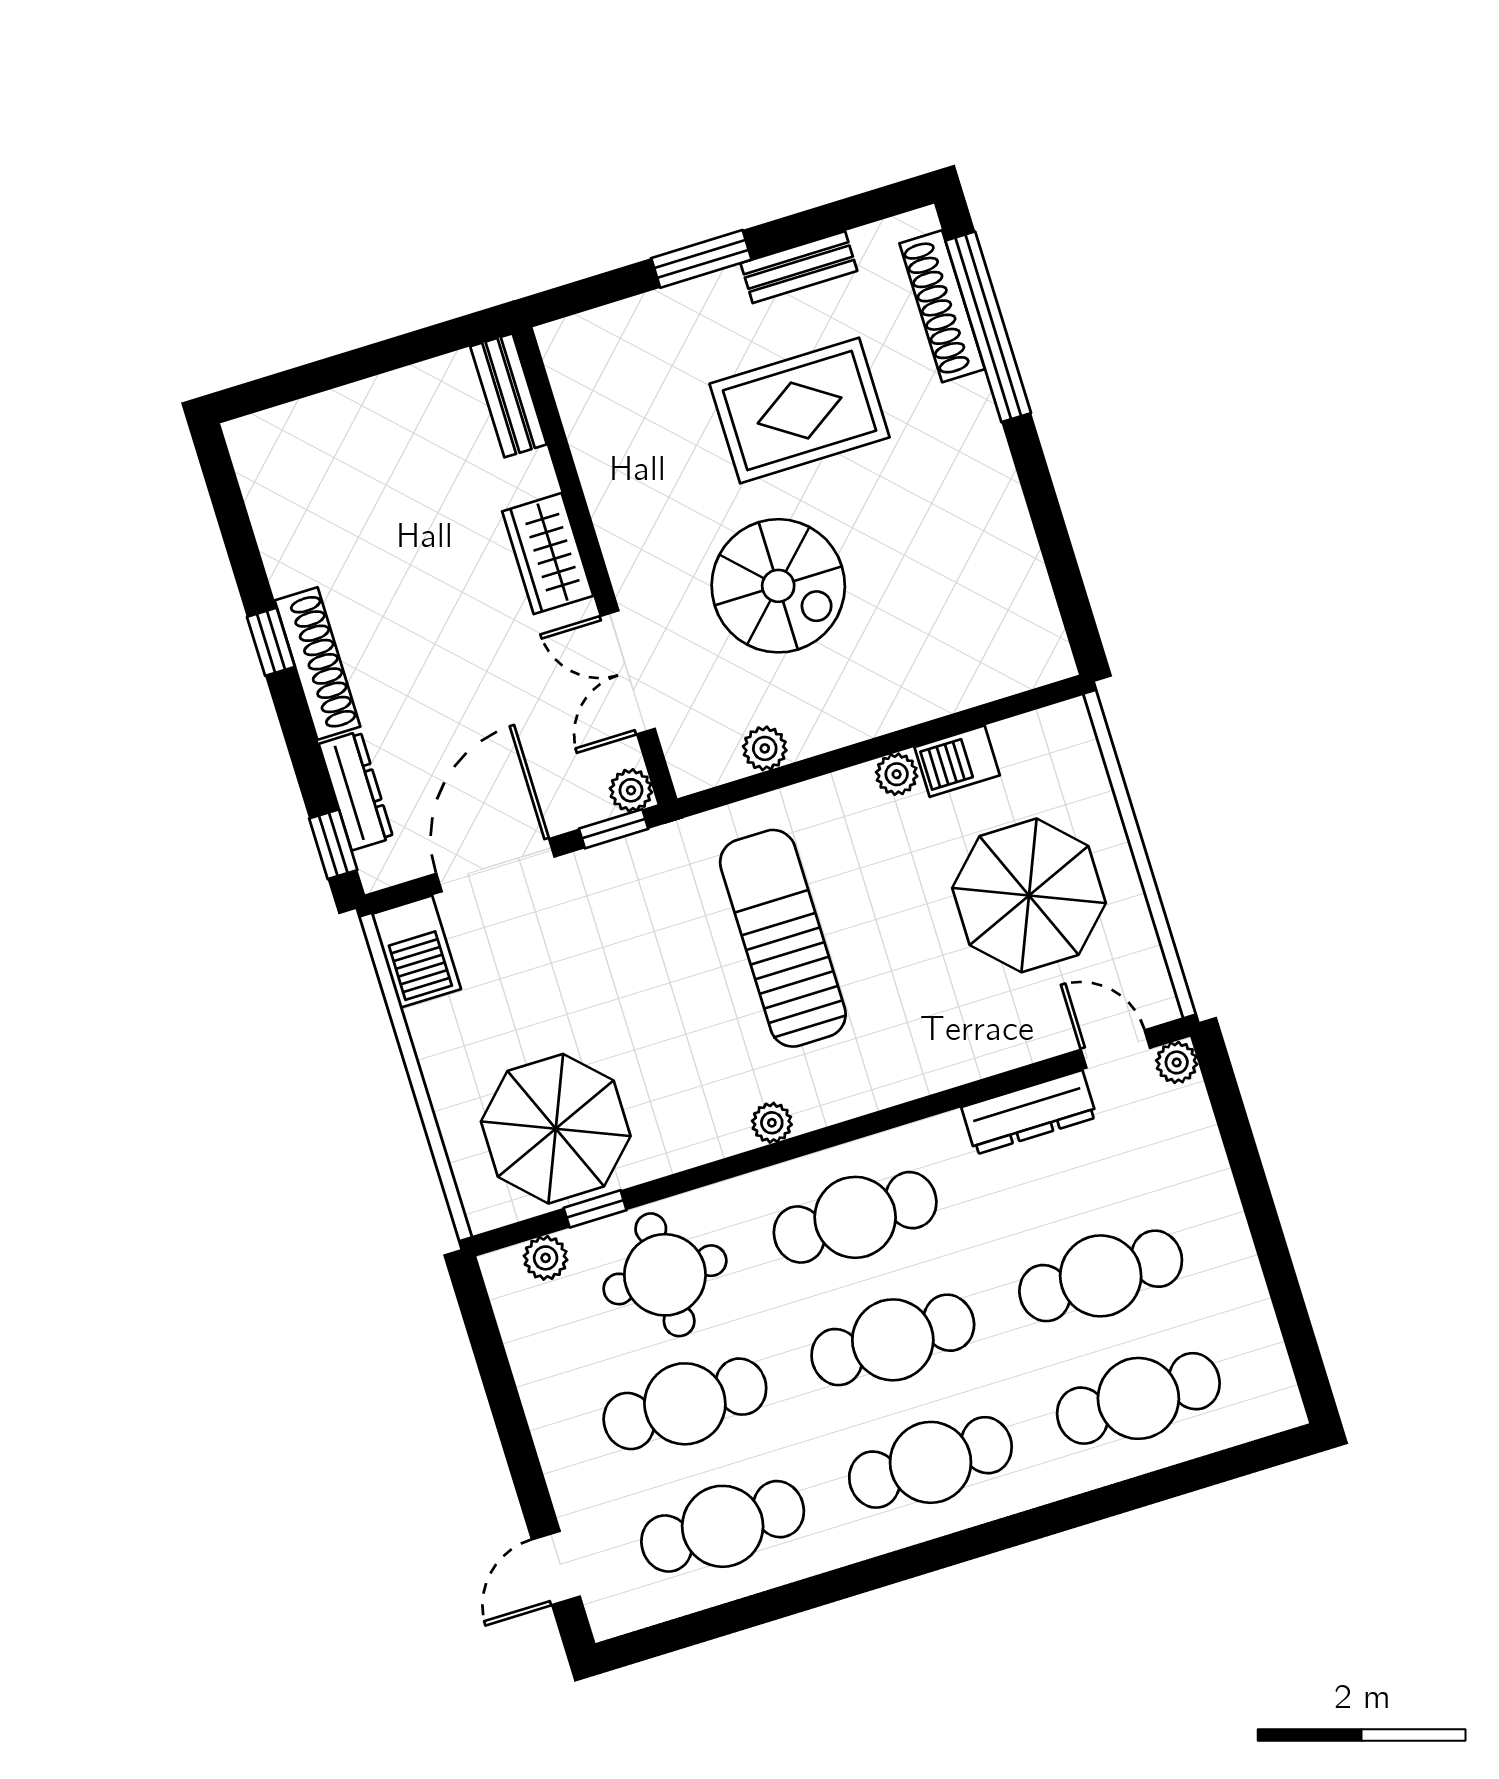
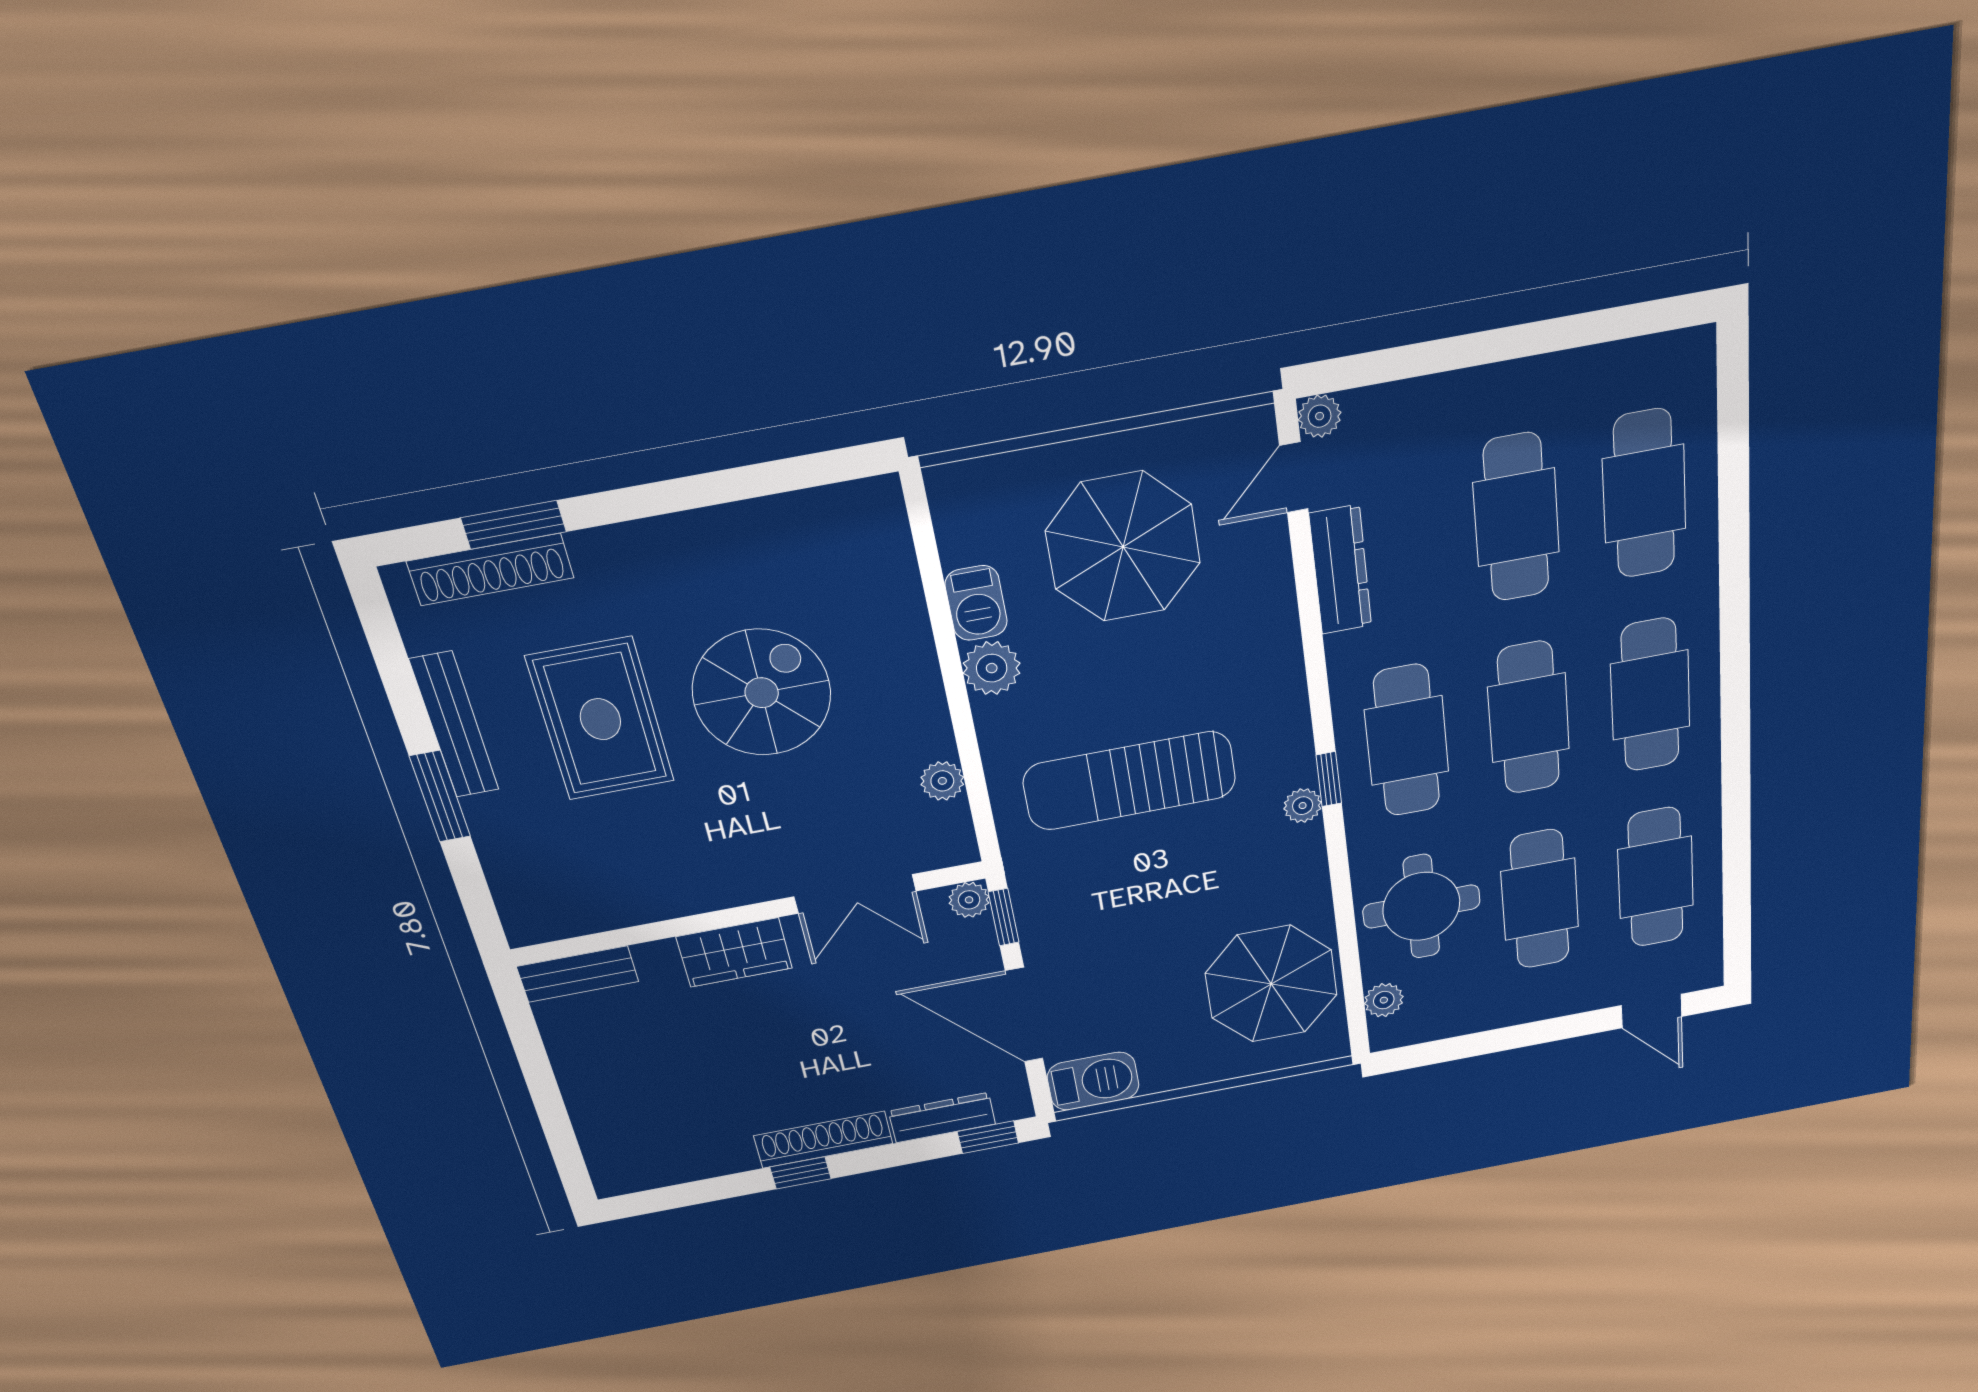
bench: (799, 267) -> (454, 725), width x1.36
window: (988, 327) -> (514, 525), width x0.47
spiral stairs: (778, 586) -> (762, 693), moved
plant: (897, 774) -> (992, 668), width x1.38, depth x1.38
window: (595, 1209) -> (1329, 779), moved

